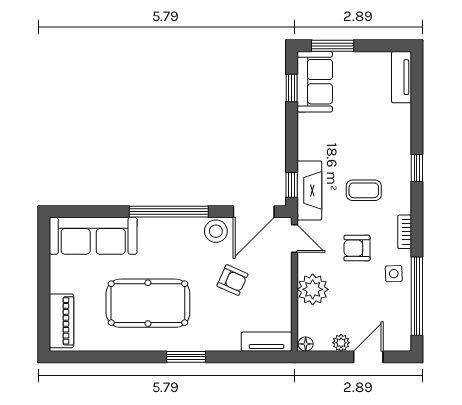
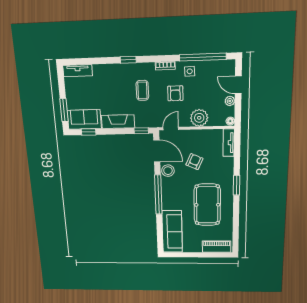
fireplace: (309, 190) -> (118, 122), moved

